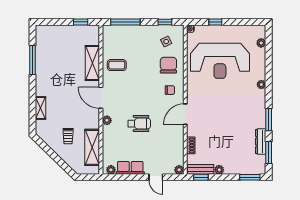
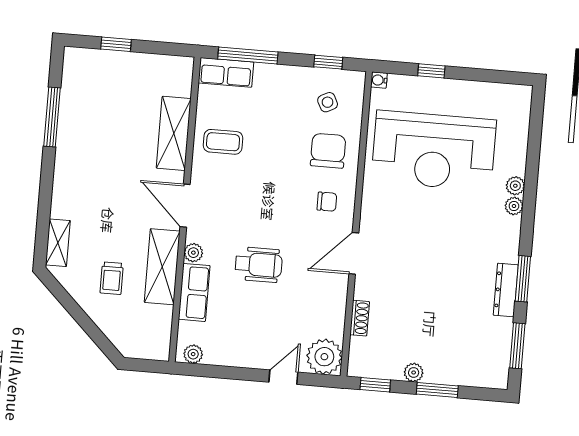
window: (81, 22) -> (116, 44), moved
row of seats: (115, 31) -> (226, 72), added
plant: (261, 43) -> (515, 186), moved
shelving: (40, 108) -> (58, 243), moved
dresser: (261, 142) -> (506, 290), moved
shelving: (92, 147) -> (162, 267), moved
row of seats: (130, 168) -> (194, 292), moved, turned 90
bench: (200, 169) -> (375, 369), removed
plant: (179, 170) -> (324, 357), width x1.88, depth x1.88
door: (156, 177) -> (283, 377), swing flipped
window: (250, 177) -> (437, 390), moved

